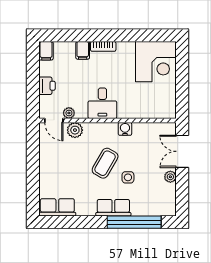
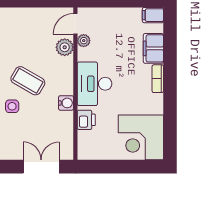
filing cabinet: (83, 50) -> (153, 48), width x2.00
printer: (47, 86) -> (86, 120), moved, turned -90
desk: (102, 103) -> (95, 84), width x1.37
plant: (170, 177) -> (13, 153), removed

